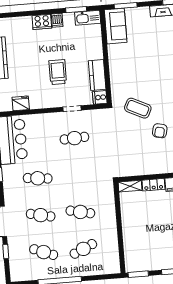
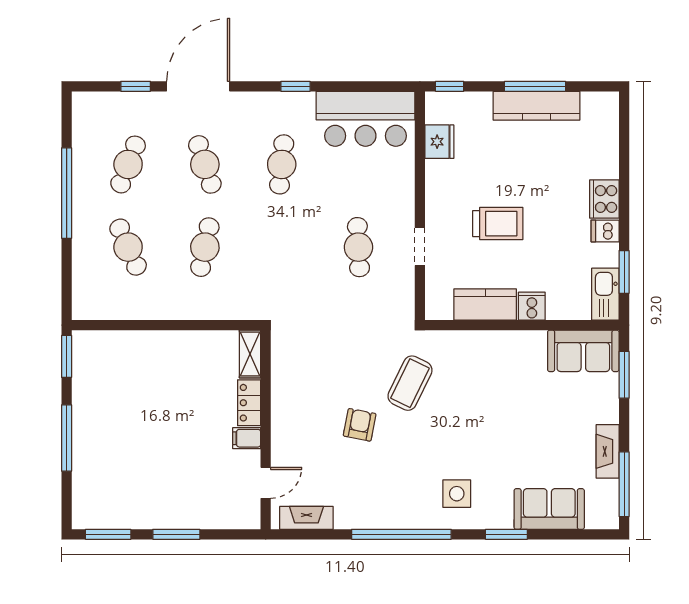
cooker: (100, 97) -> (532, 306), moved
armchair: (160, 131) -> (360, 425), turned 88
cafe table: (41, 215) -> (205, 164), turned -30

